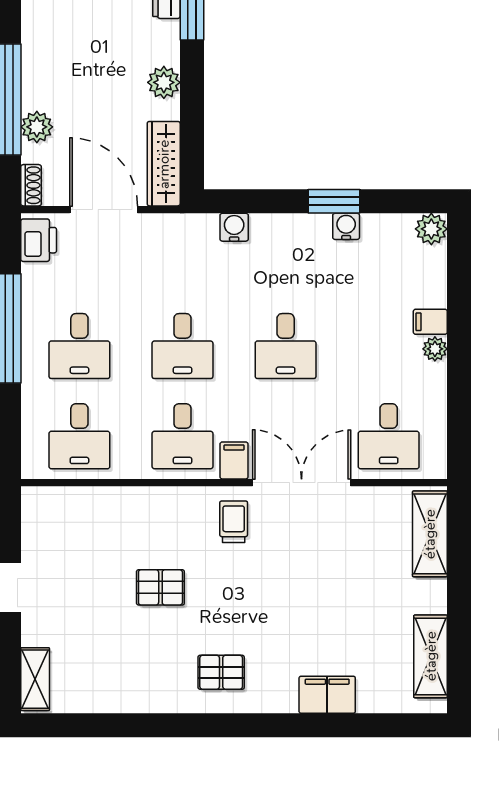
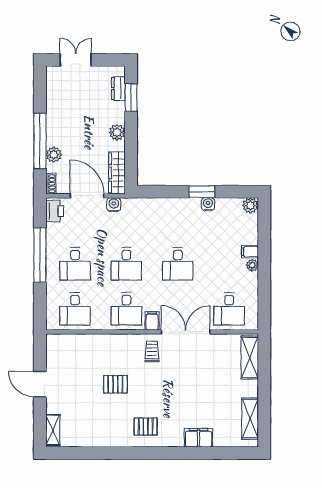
water cooler: (234, 227) -> (114, 205), moved

